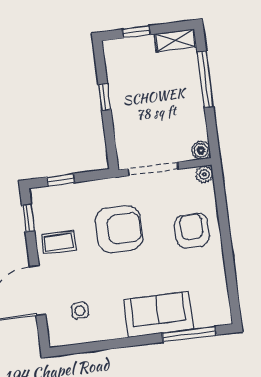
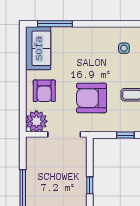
boiler: (201, 150) -> (31, 142), removed
plant: (204, 174) -> (36, 121), width x1.88, depth x1.88
sofa: (158, 314) -> (38, 48), moved, turned -90

